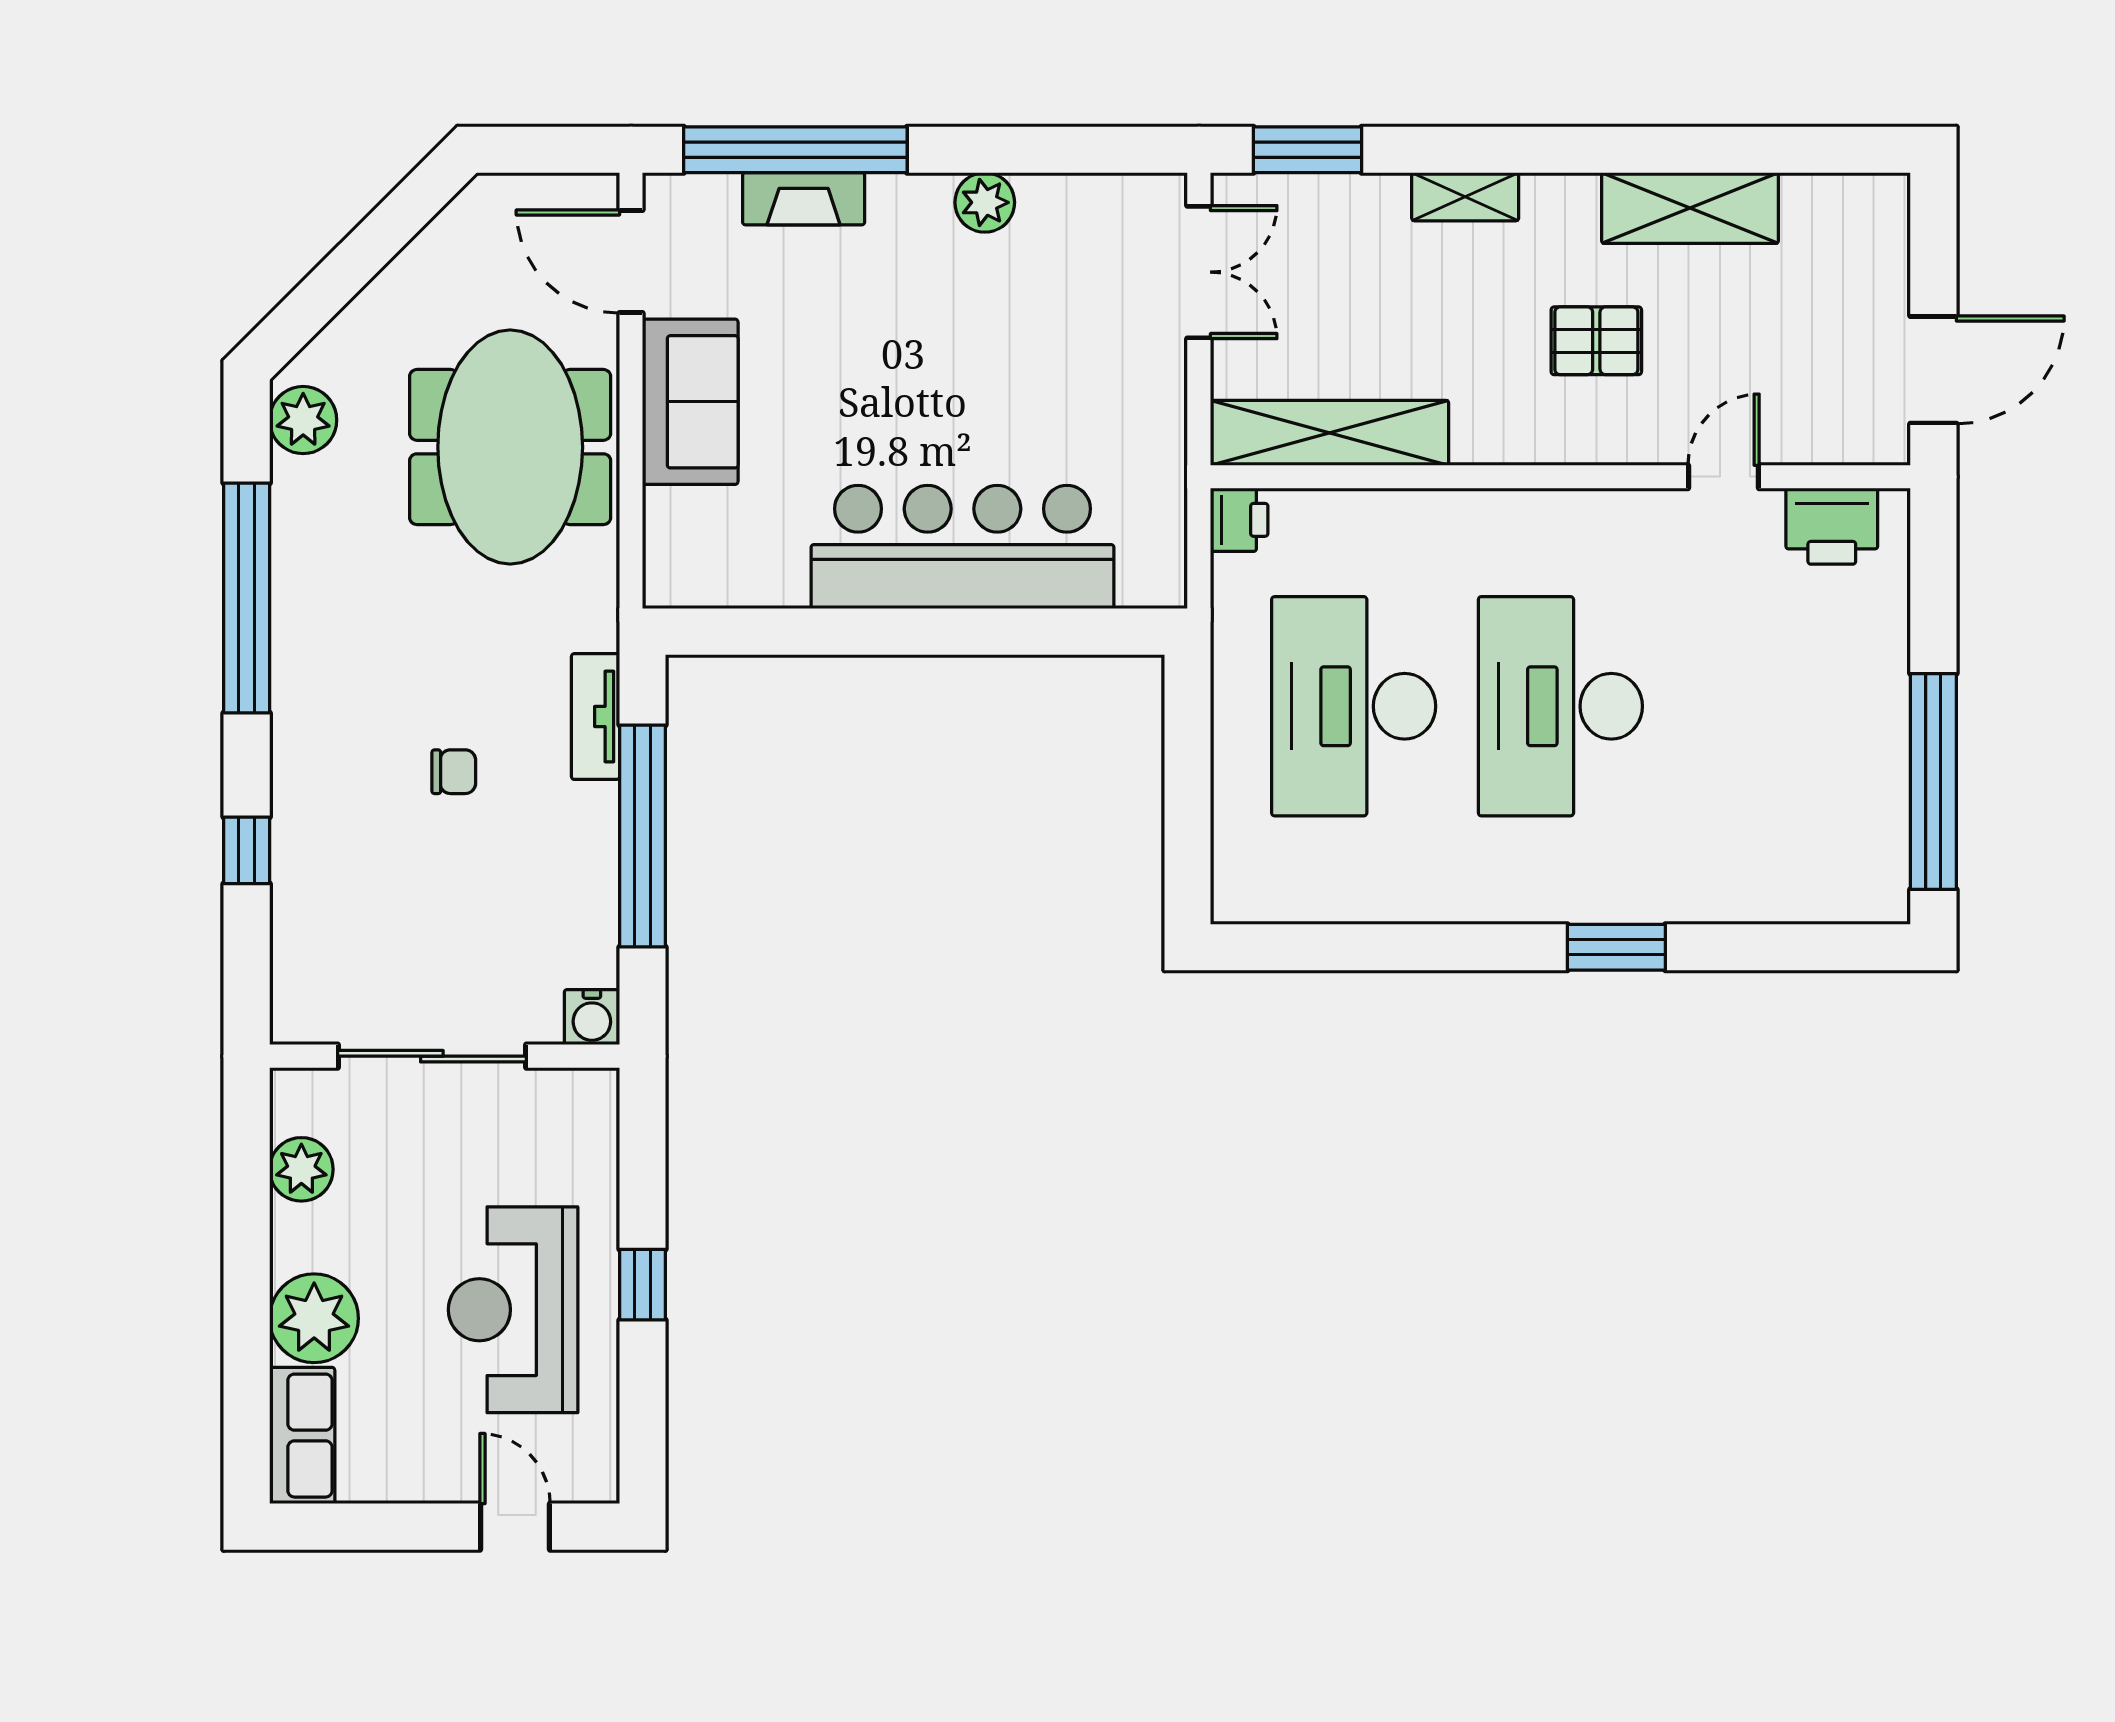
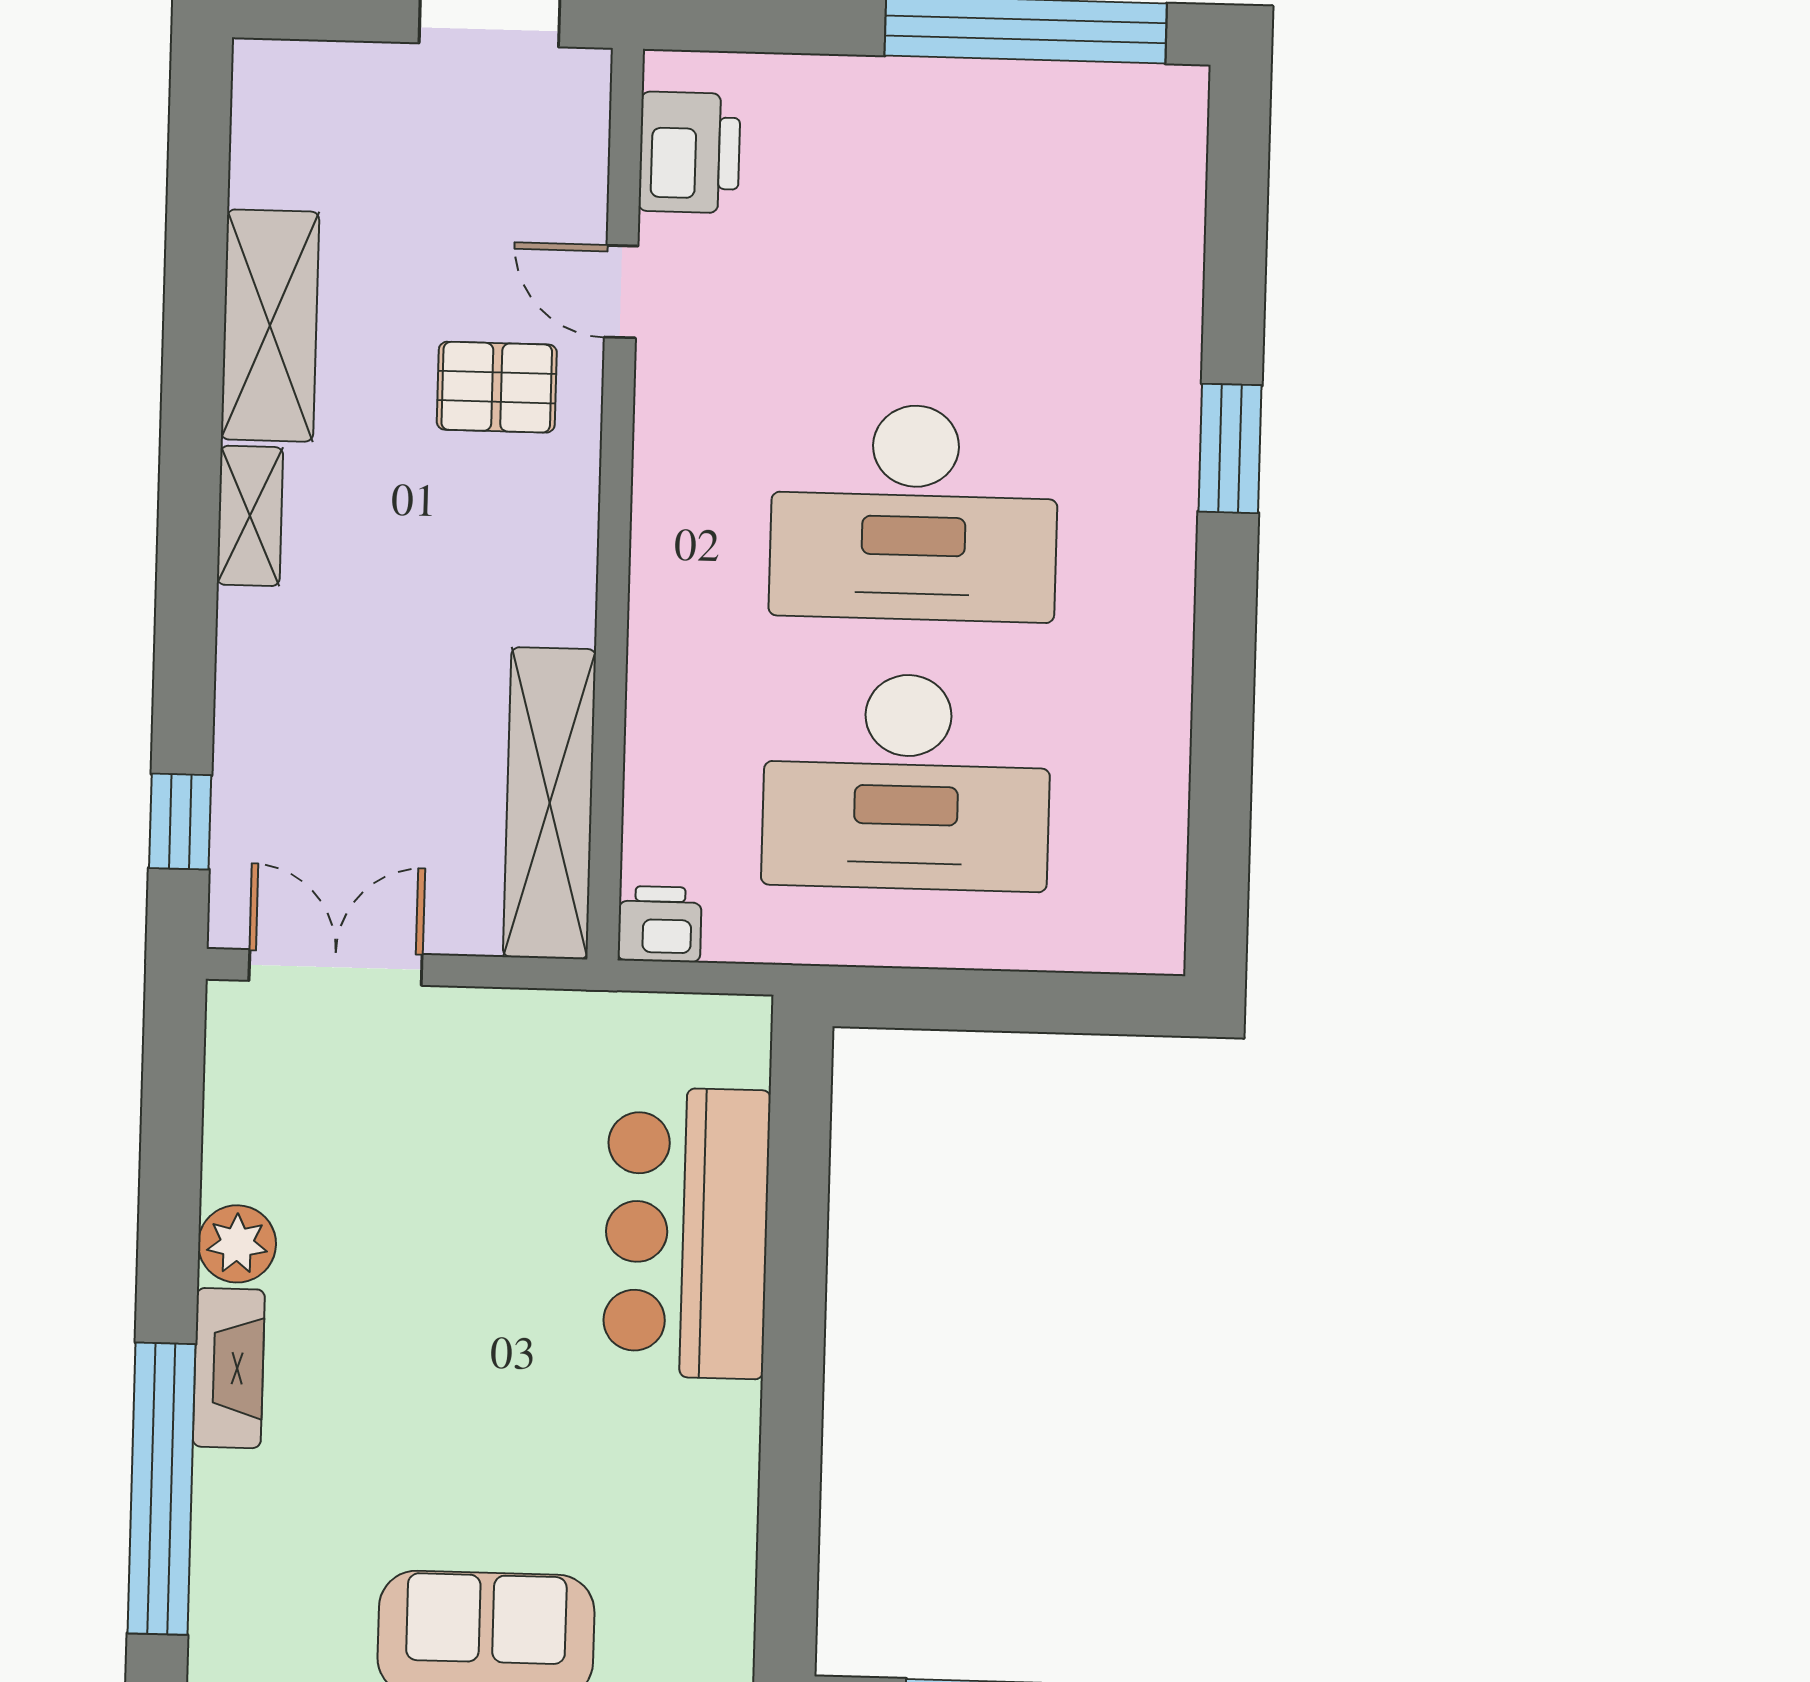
window: (1308, 150) -> (180, 822), width x0.67
shelving: (1465, 197) -> (250, 516), moved
fireplace: (804, 199) -> (229, 1368), moved
pallet: (1596, 341) -> (497, 387), moved, turned 90
bar counter: (963, 547) -> (686, 1233), width x0.73

